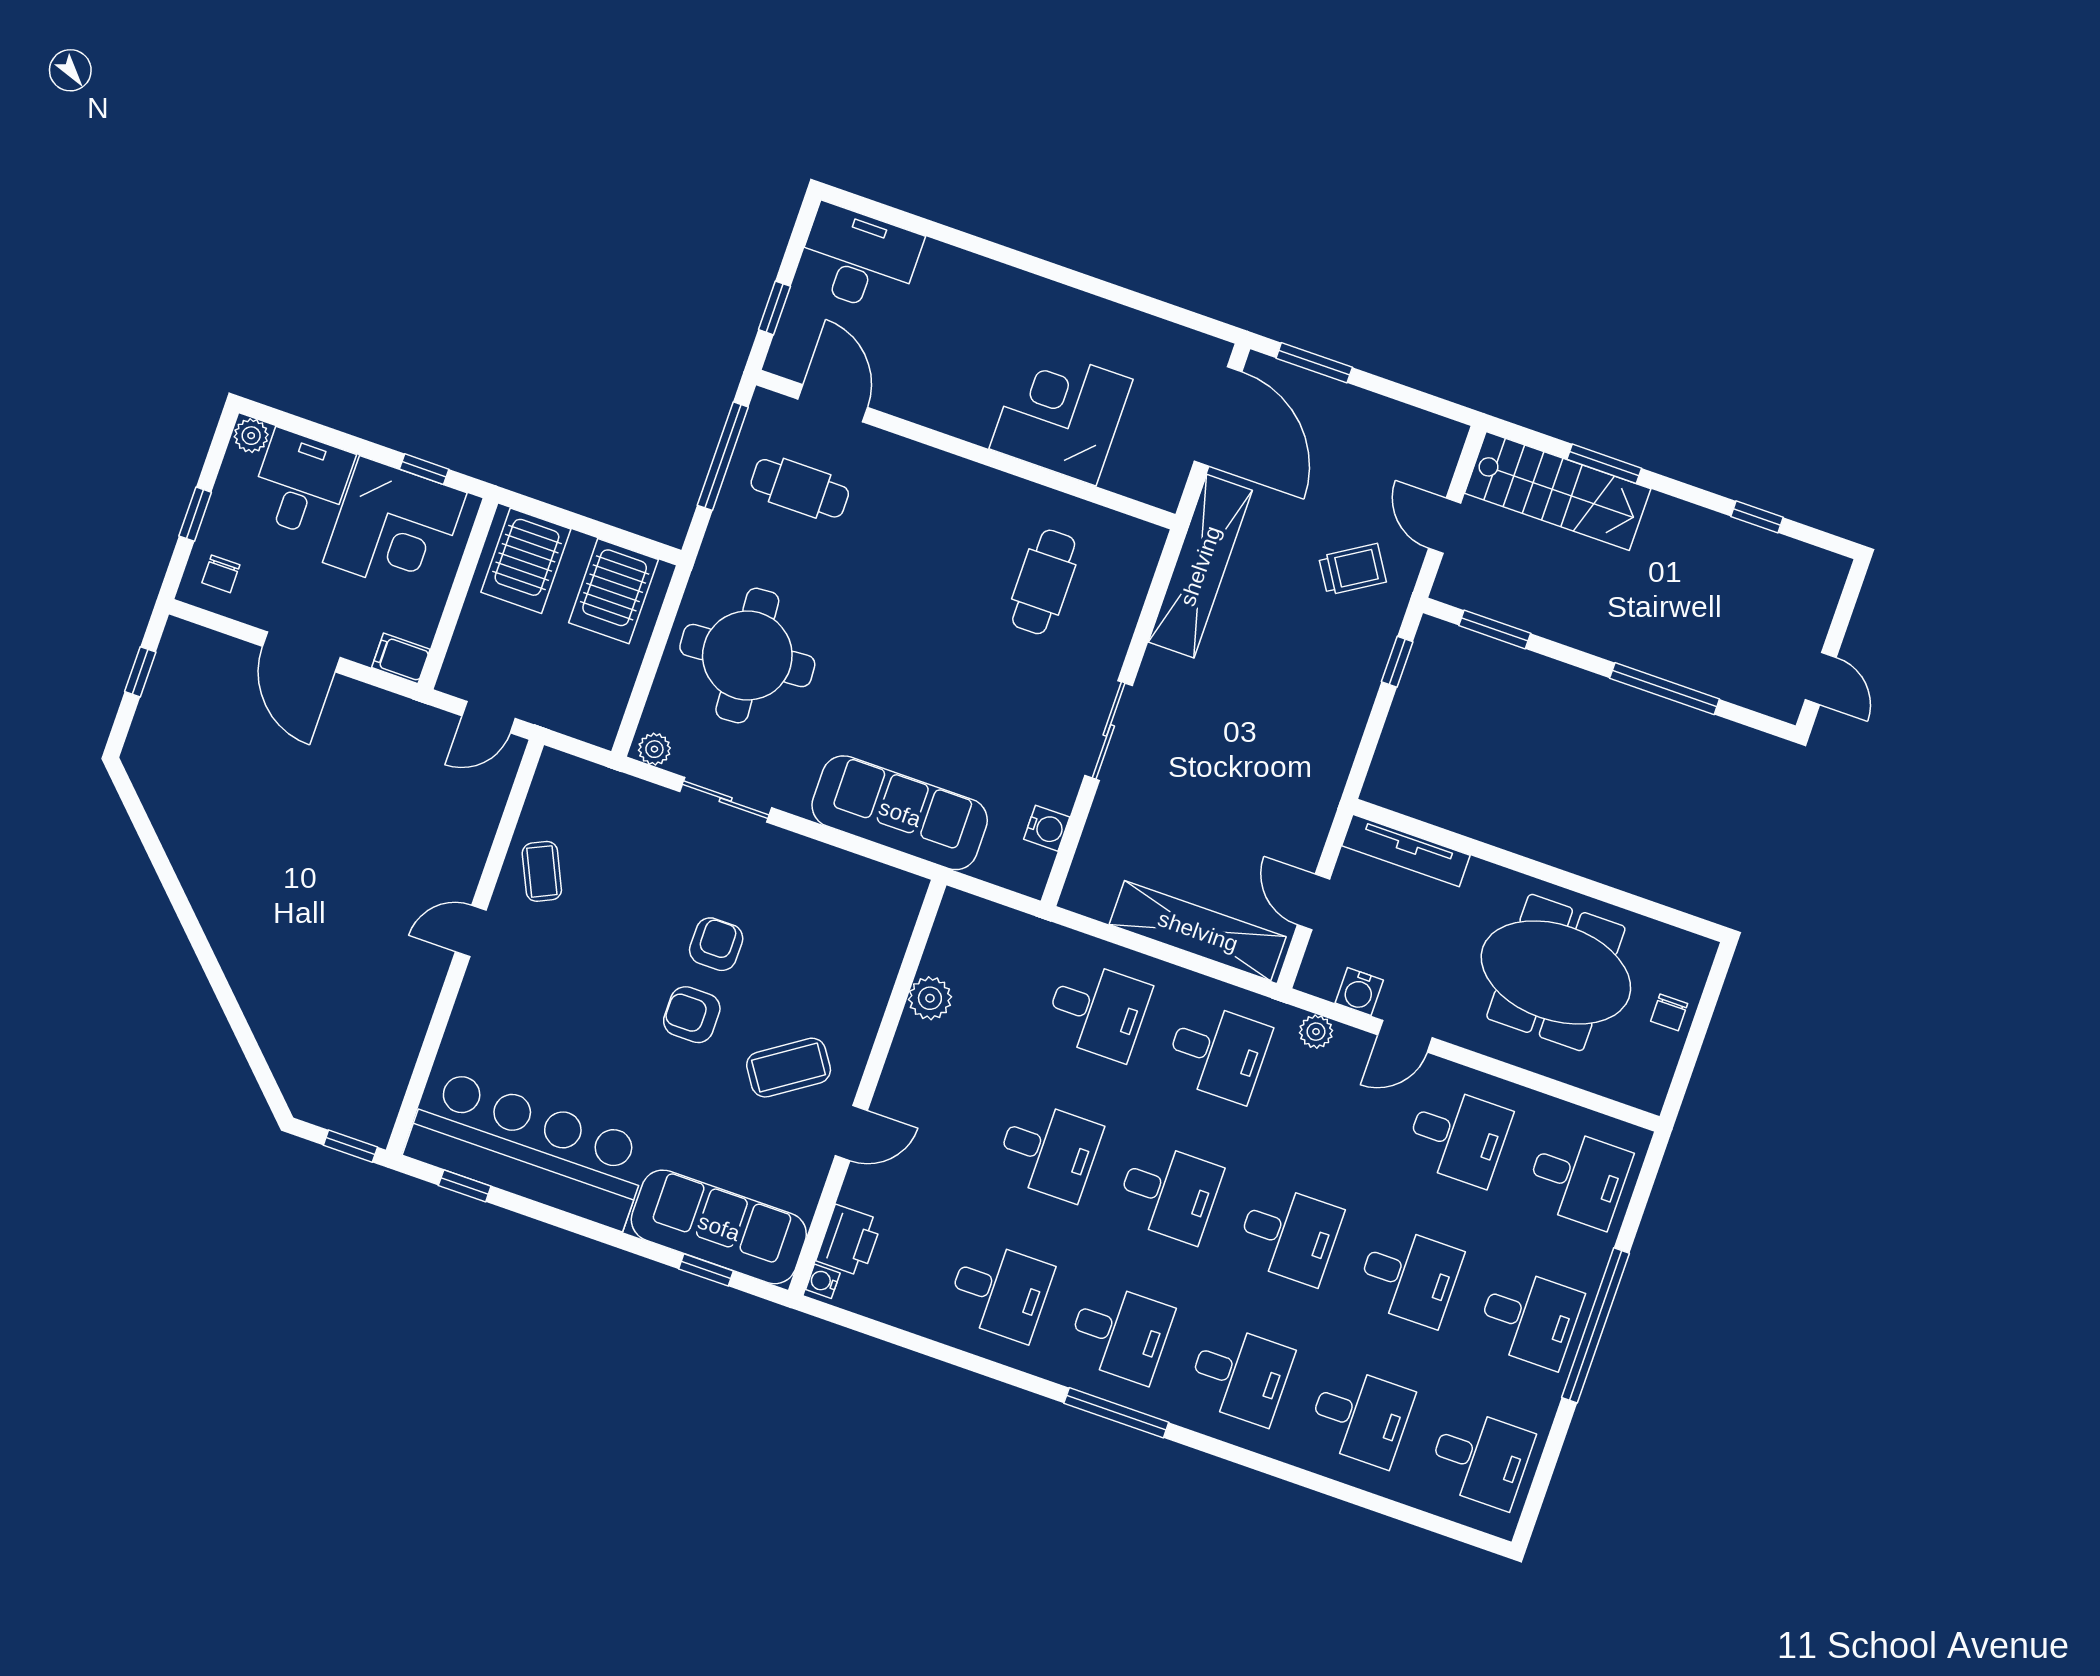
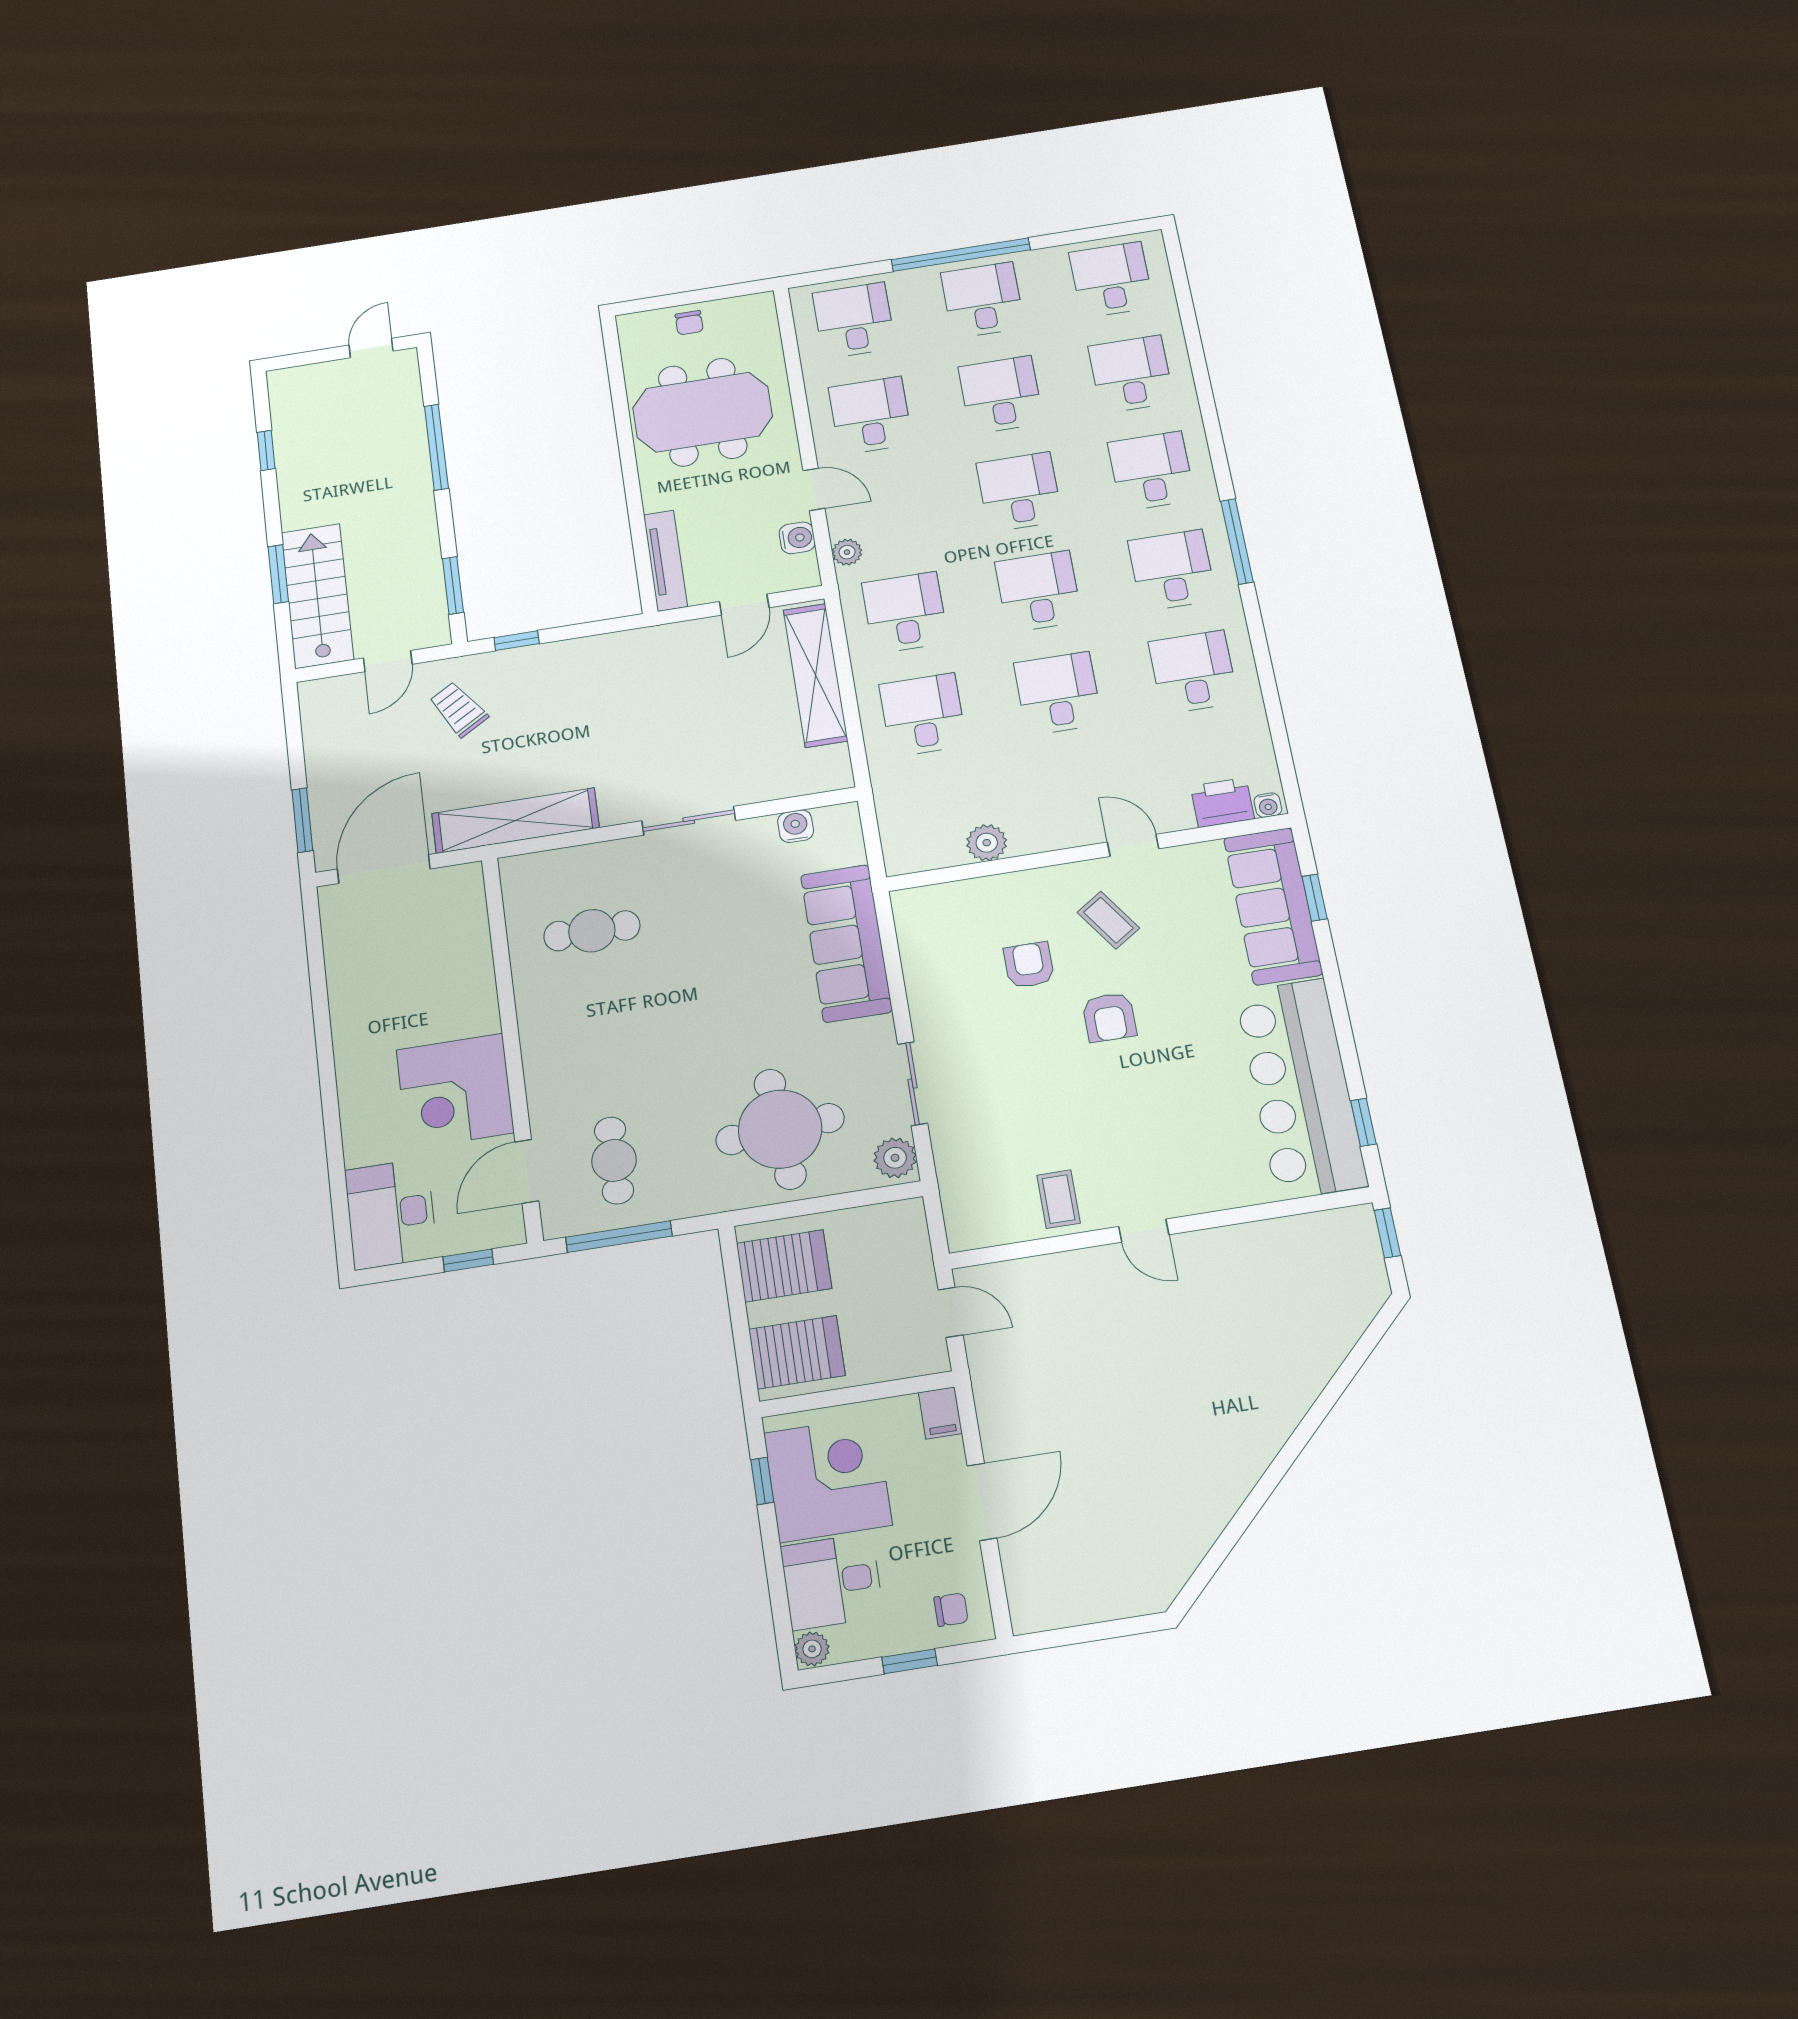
corner desk: (1061, 414) -> (455, 1091), moved
window: (140, 672) -> (1079, 1635), removed
plant: (654, 749) -> (895, 1158), width x1.38, depth x1.38
coffee table: (542, 871) -> (1059, 1199), turned -65
armchair: (716, 944) -> (1029, 965), moved, turned 90
meeting table: (1556, 972) -> (703, 412), turned 90
chair: (1669, 1012) -> (689, 323), turned 90
coffee table: (789, 1068) -> (1108, 920), width x0.73, depth x0.77

